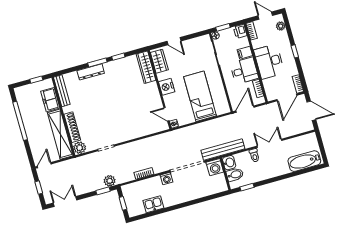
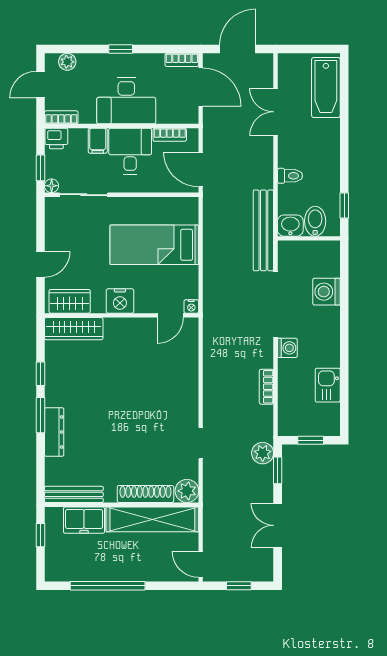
double door: (269, 143) -> (276, 112), moved
washing machine: (215, 167) -> (326, 292), moved, turned 180
double door: (65, 201) -> (278, 525), moved

